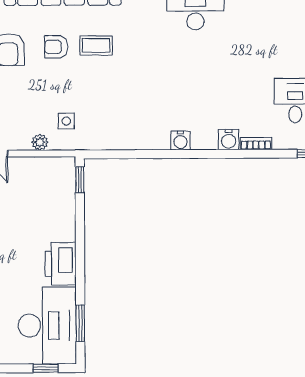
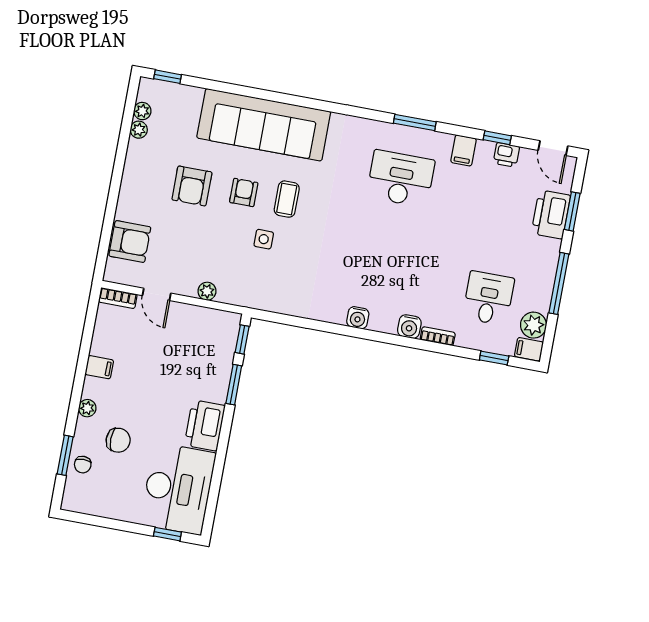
coffee table: (96, 45) -> (287, 199), turned 90
armchair: (56, 47) -> (244, 192), turned 90
side table: (66, 121) -> (264, 239), moved
window: (80, 323) -> (234, 385), moved

